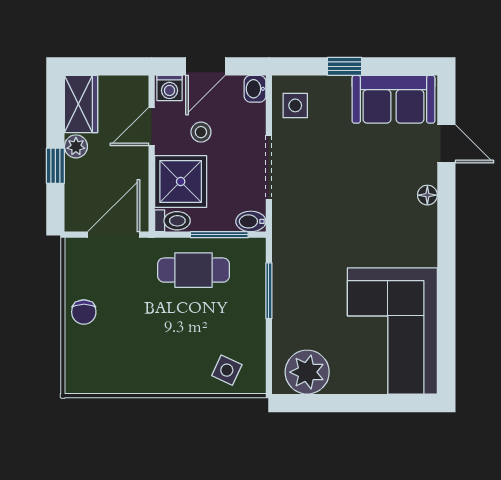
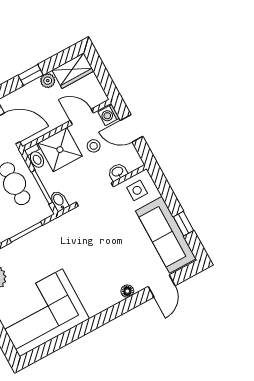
window: (345, 66) -> (184, 224), moved
washbasin: (255, 89) -> (118, 172), moved
sofa: (393, 99) -> (166, 235), width x1.36

